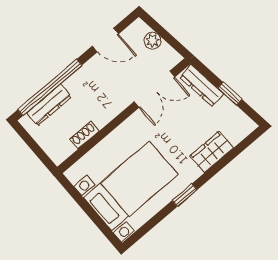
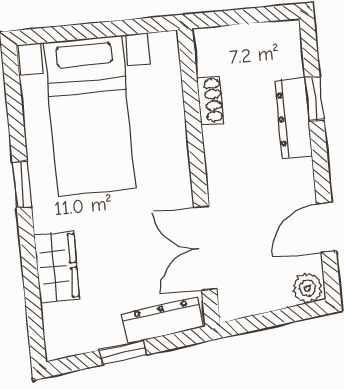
plant: (153, 41) -> (307, 288), moved
window: (50, 87) -> (314, 99), width x0.32
dresser: (49, 105) -> (293, 118), moved

